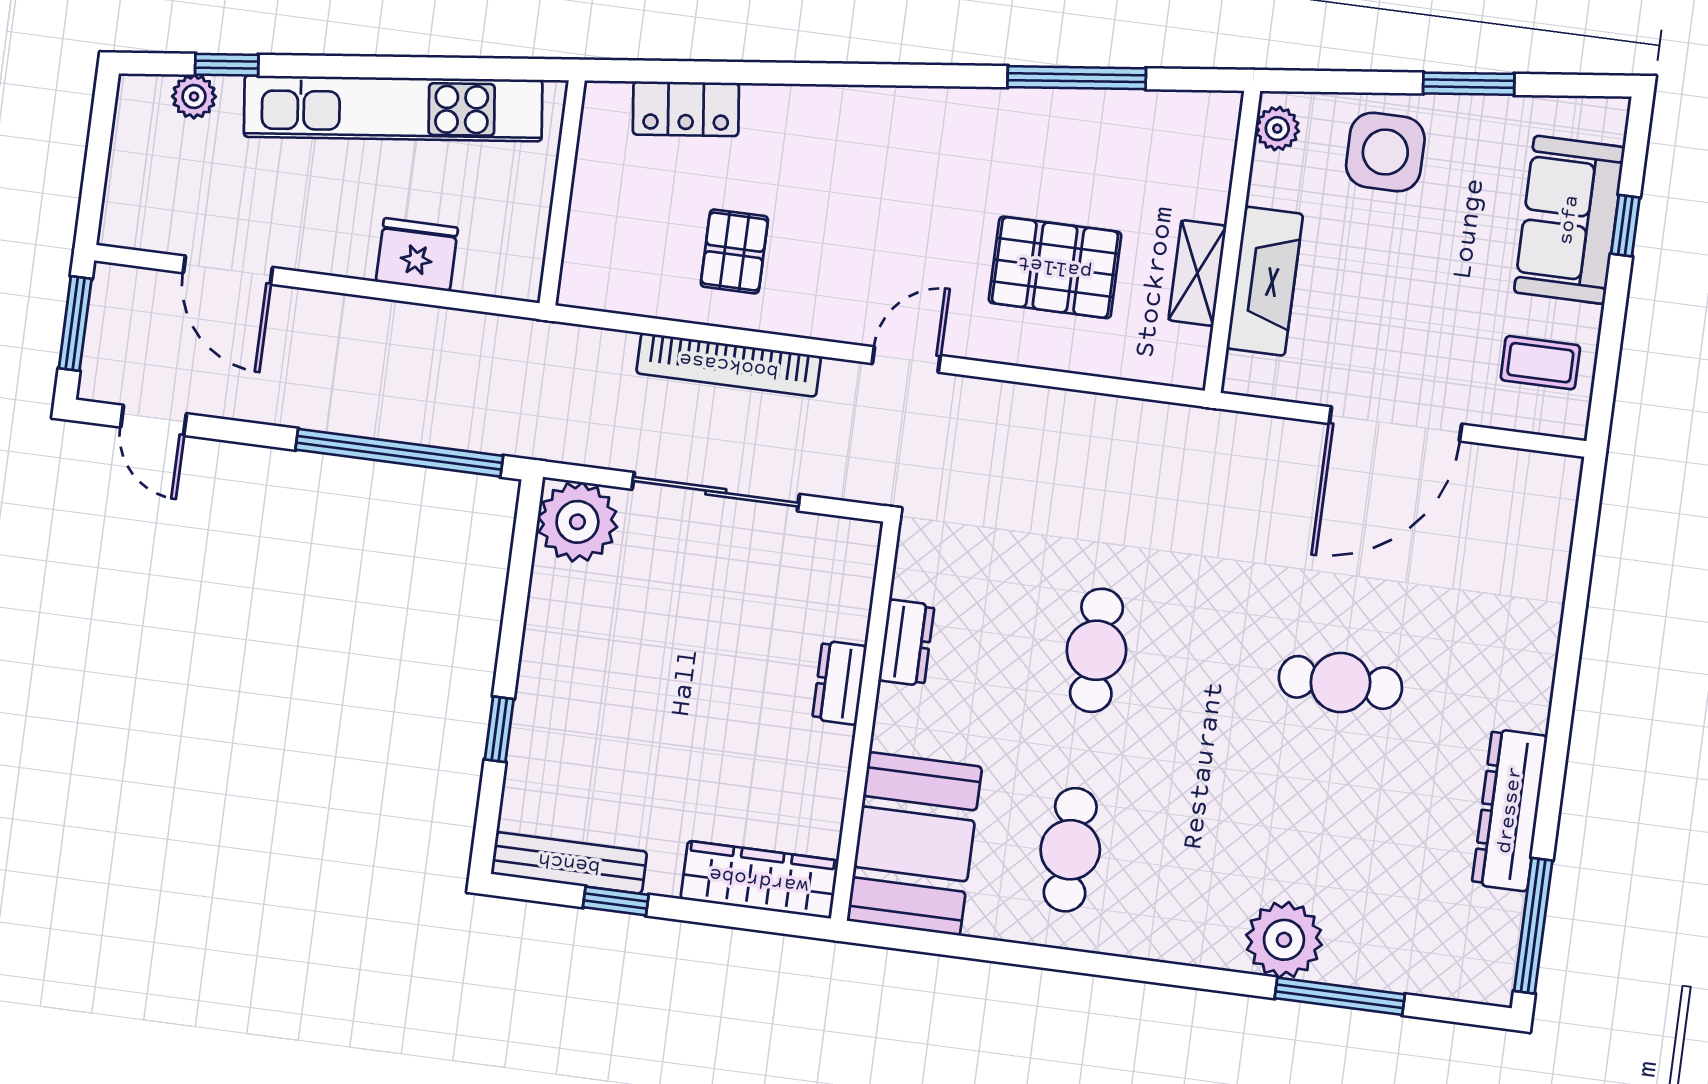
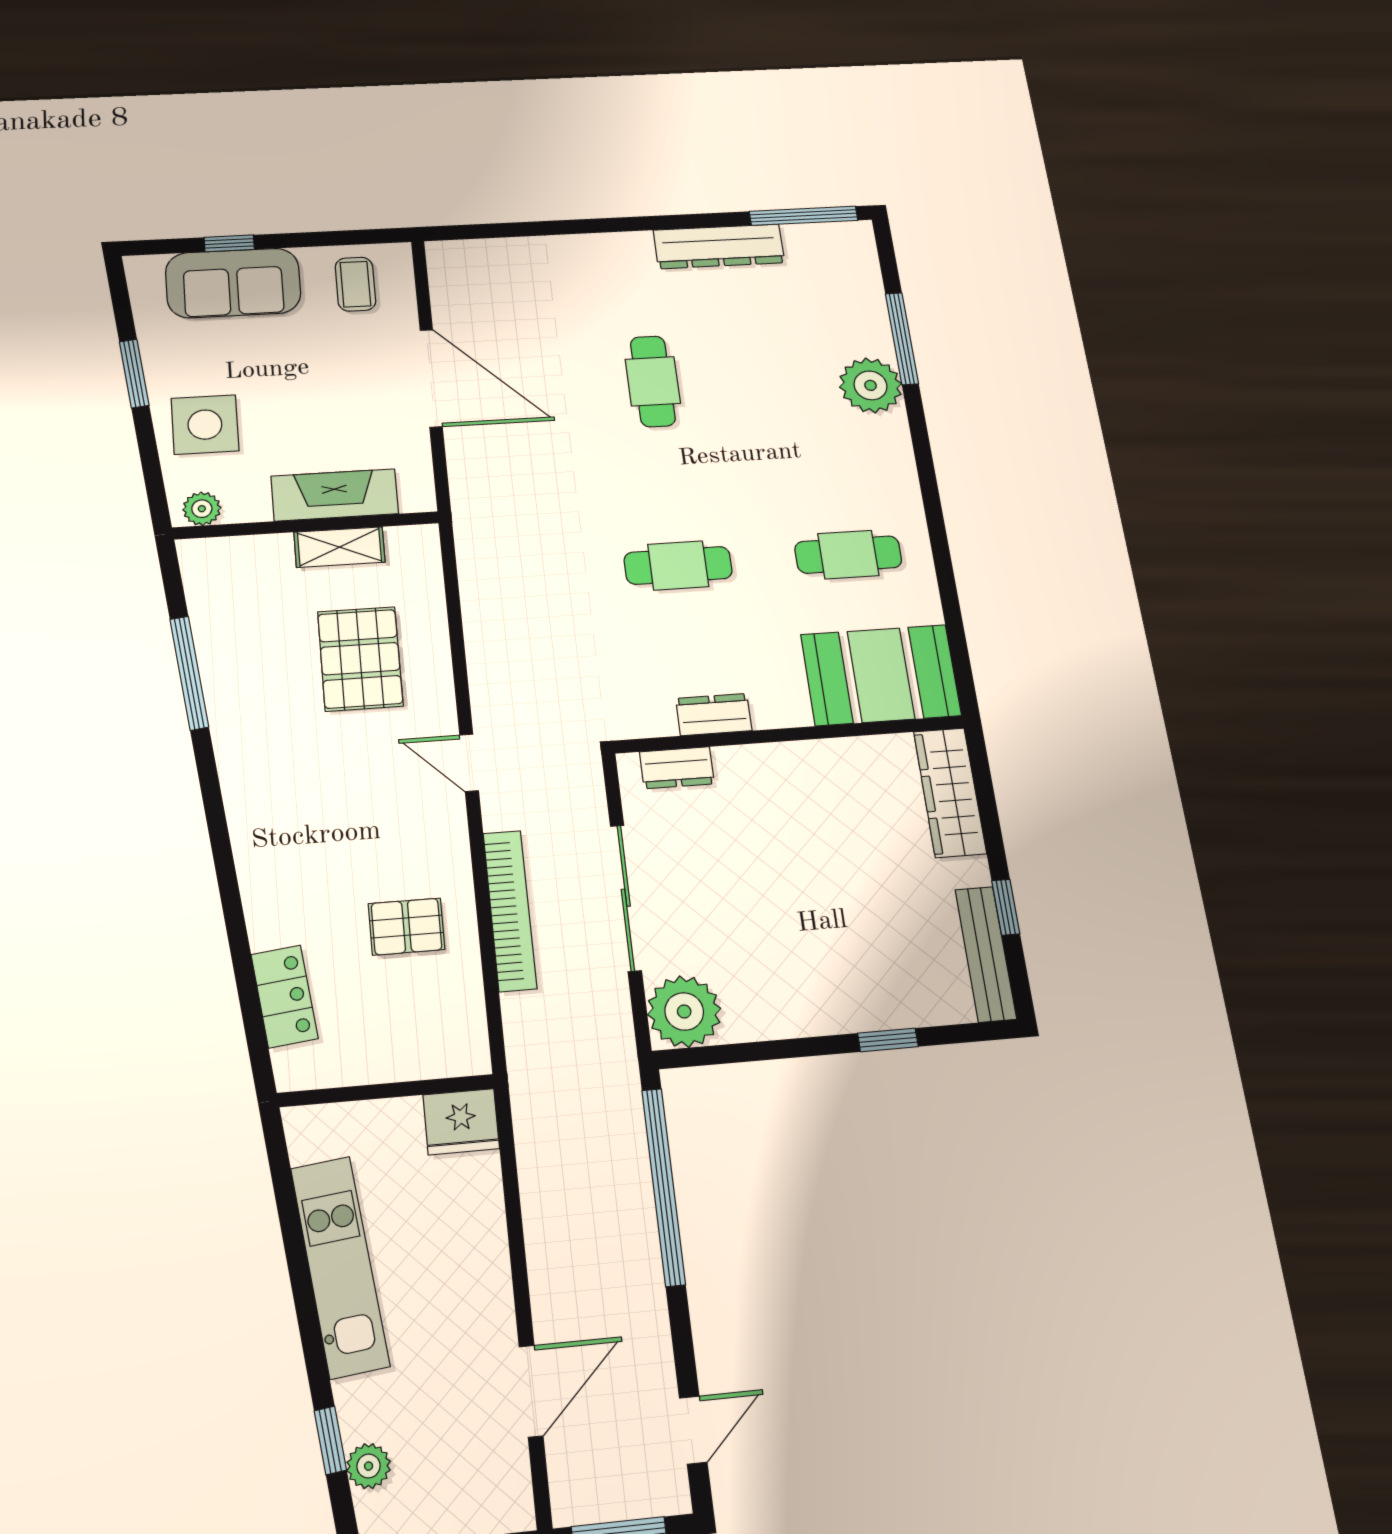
kitchen unit: (393, 108) -> (340, 1266), width x0.73
fridge: (417, 255) -> (461, 1122), moved, turned -90
dresser: (840, 683) -> (677, 768), moved

